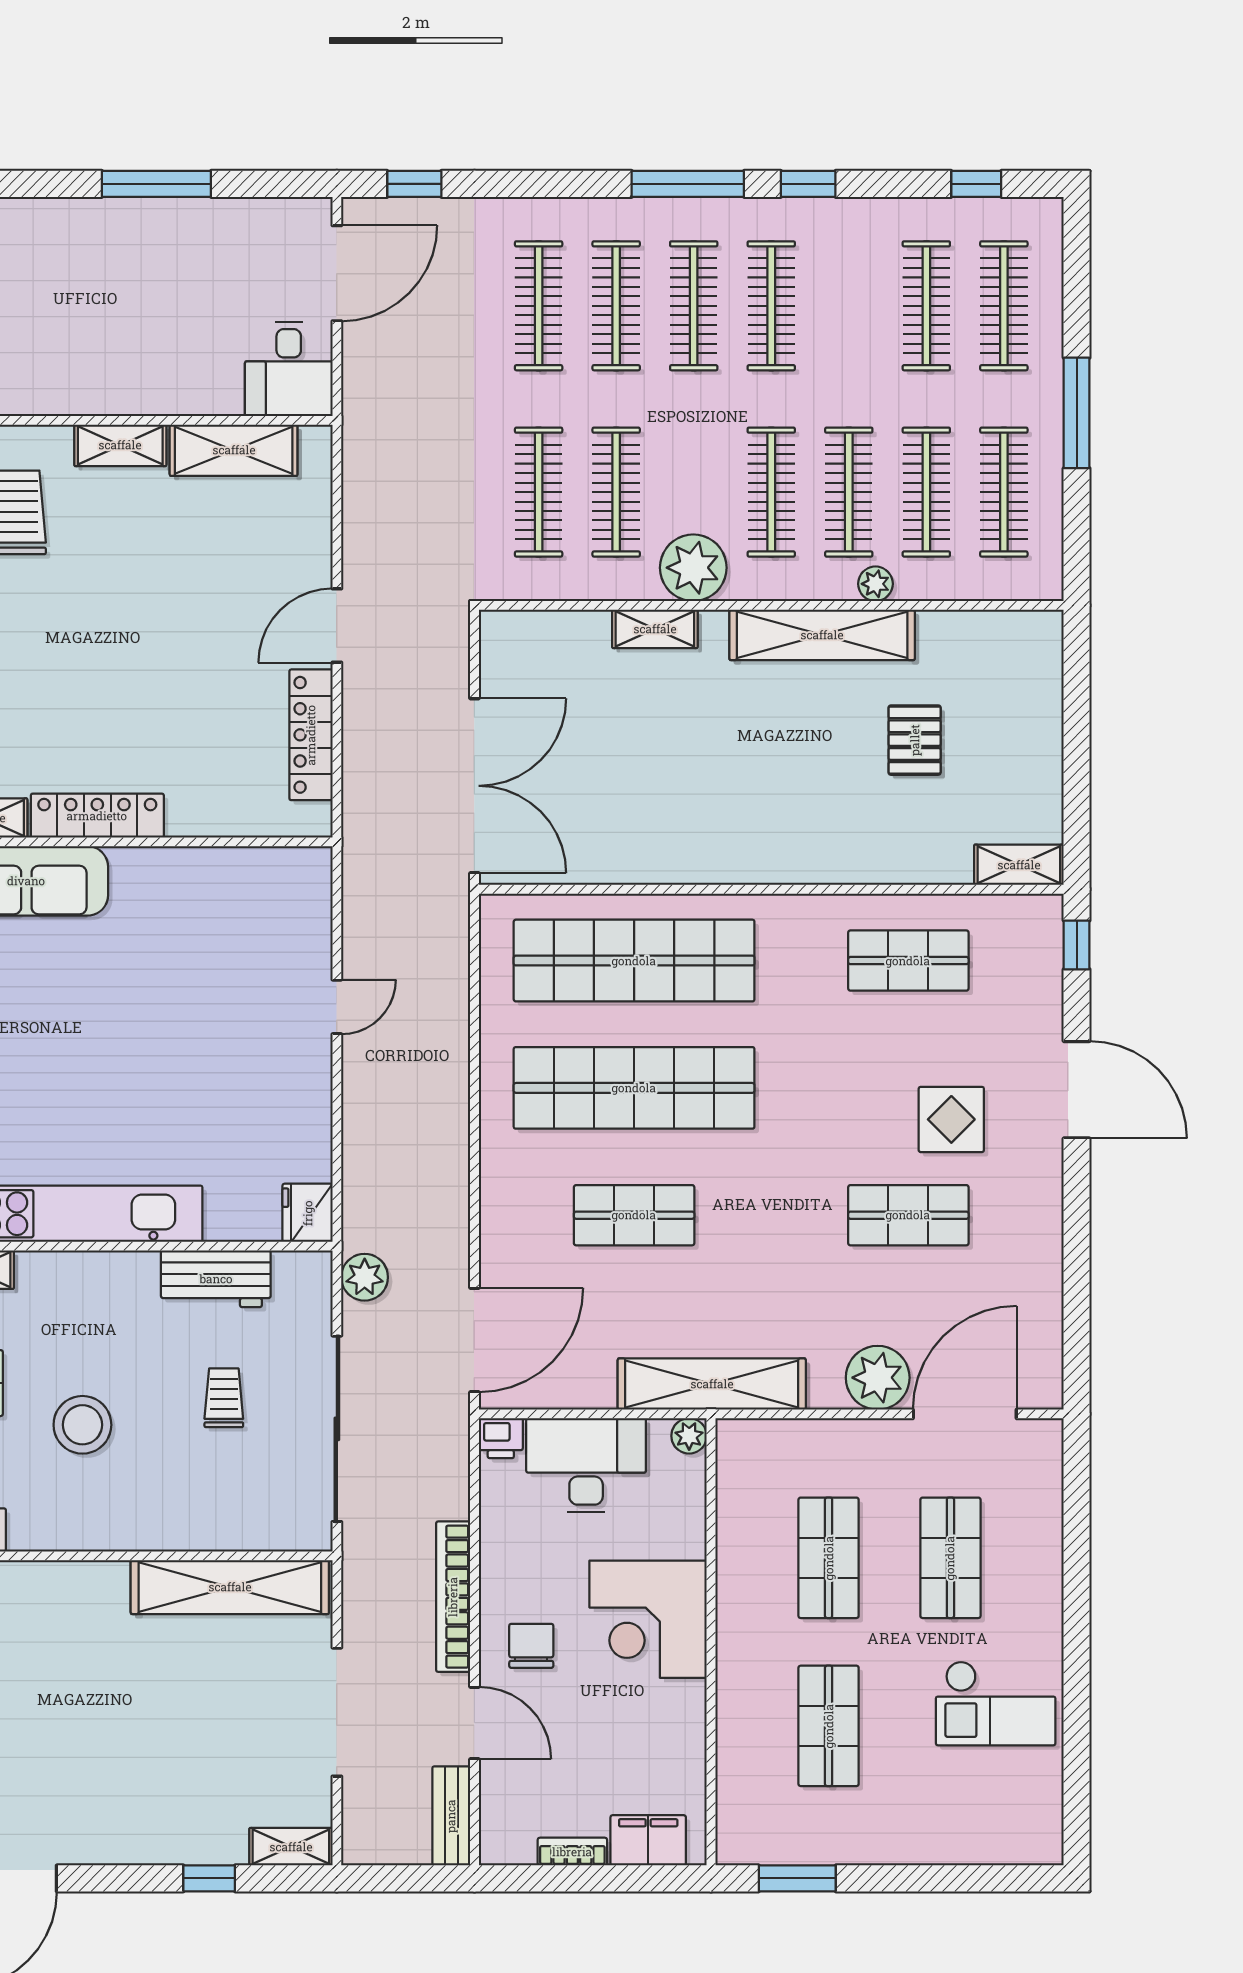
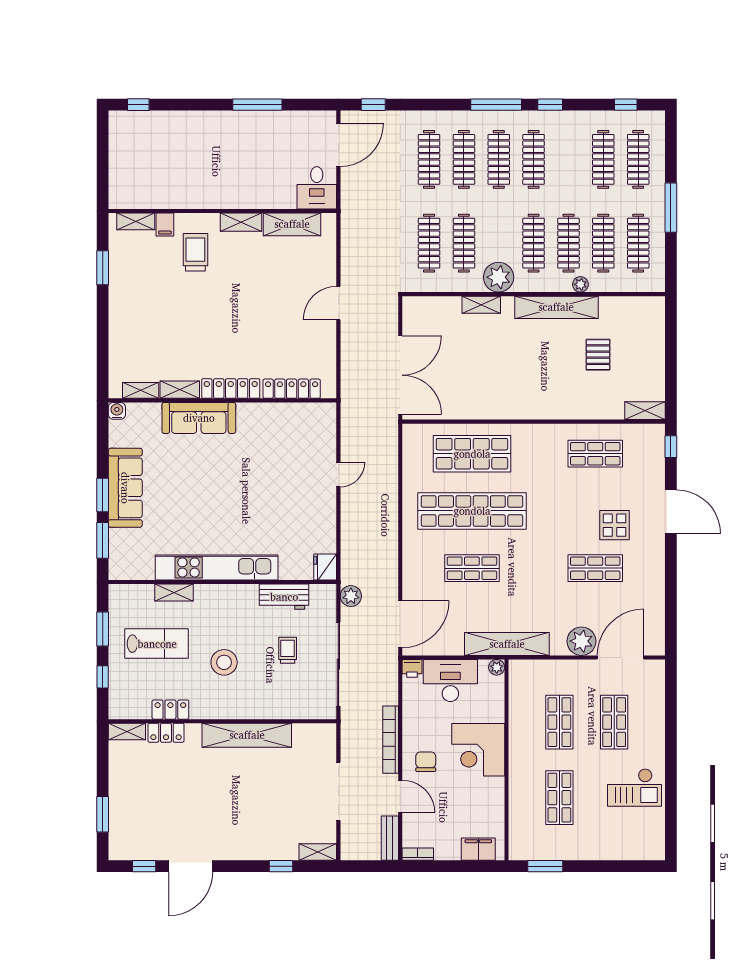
locker: (311, 735) -> (292, 389), moved, turned 90
shop shelf: (634, 961) -> (472, 454), width x0.71
shelving: (230, 1587) -> (247, 735), moved
bookcase: (572, 1852) -> (418, 854), moved

